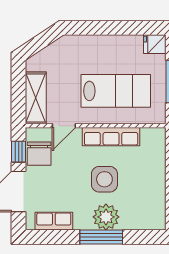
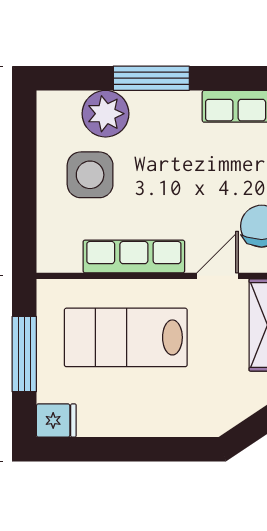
side table: (104, 179) -> (90, 175), moved
plant: (106, 217) -> (106, 114), moved

